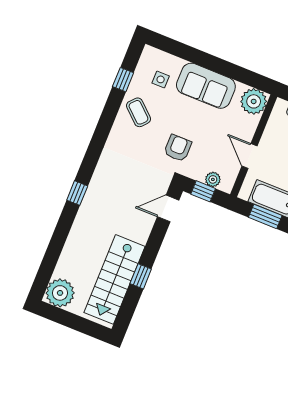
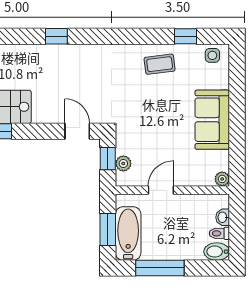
side table: (161, 79) -> (212, 55), moved
plant: (254, 101) -> (222, 179), width x0.53, depth x0.53
coffee table: (138, 112) -> (160, 64), turned 41
armchair: (178, 148) -> (140, 117), removed

